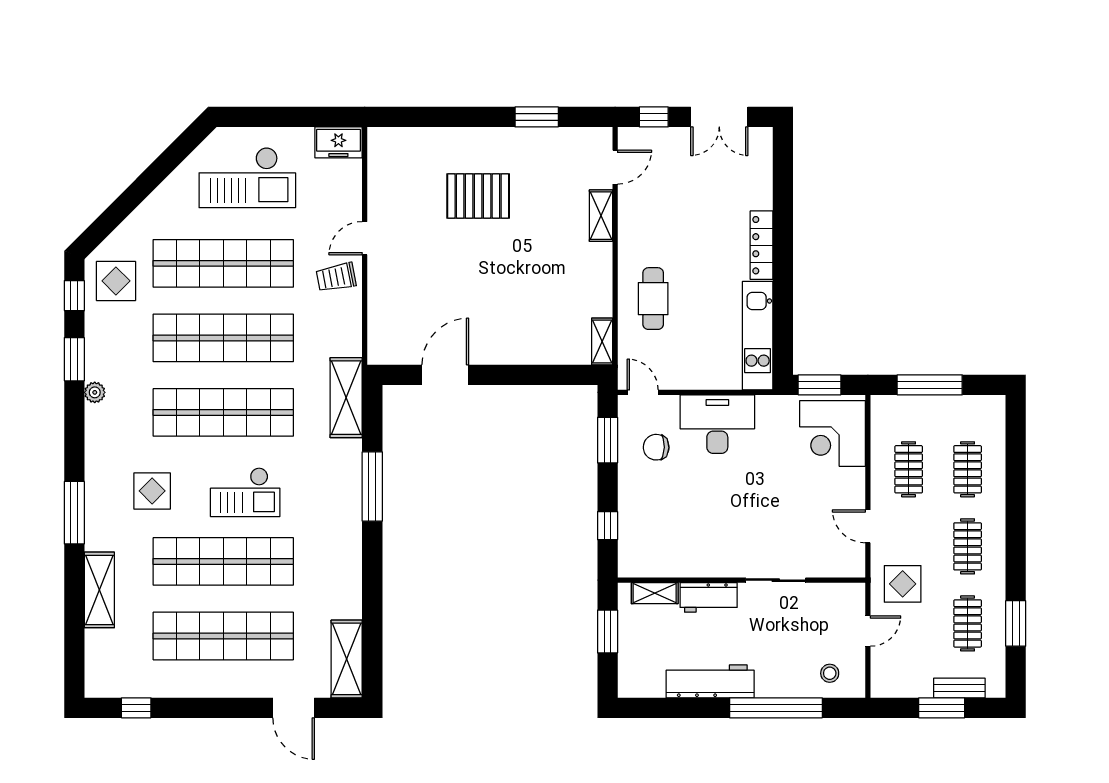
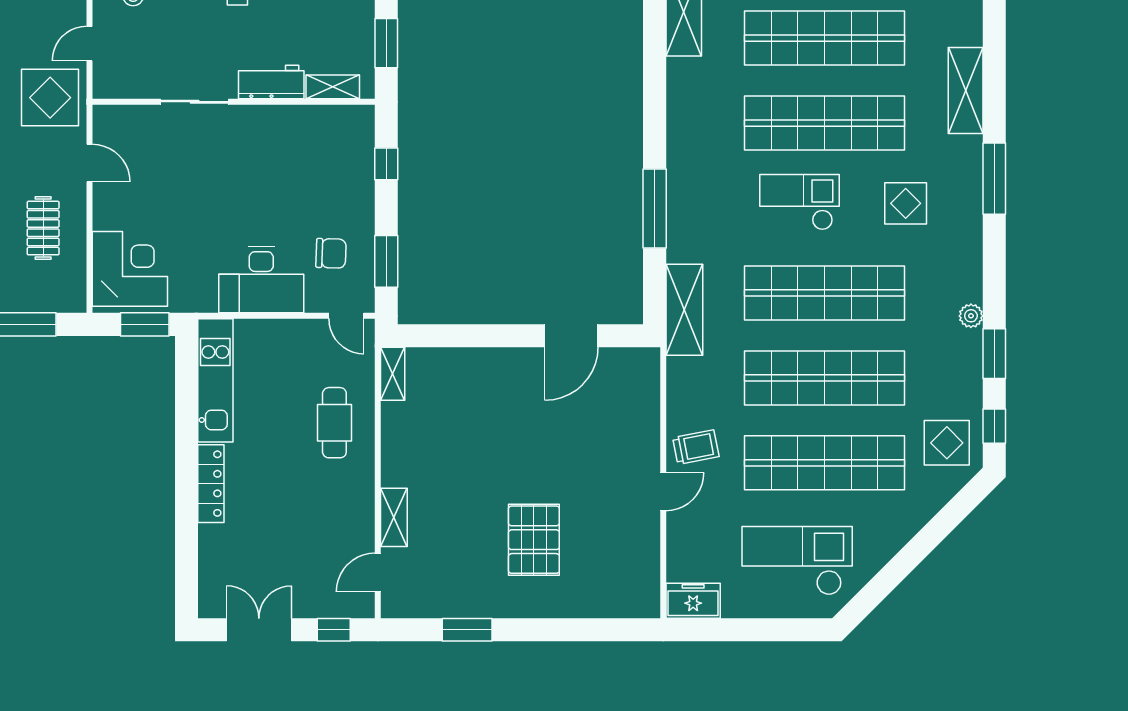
pallet: (478, 196) -> (534, 540), turned 90
display table: (903, 584) -> (50, 98), width x1.36, depth x1.36

